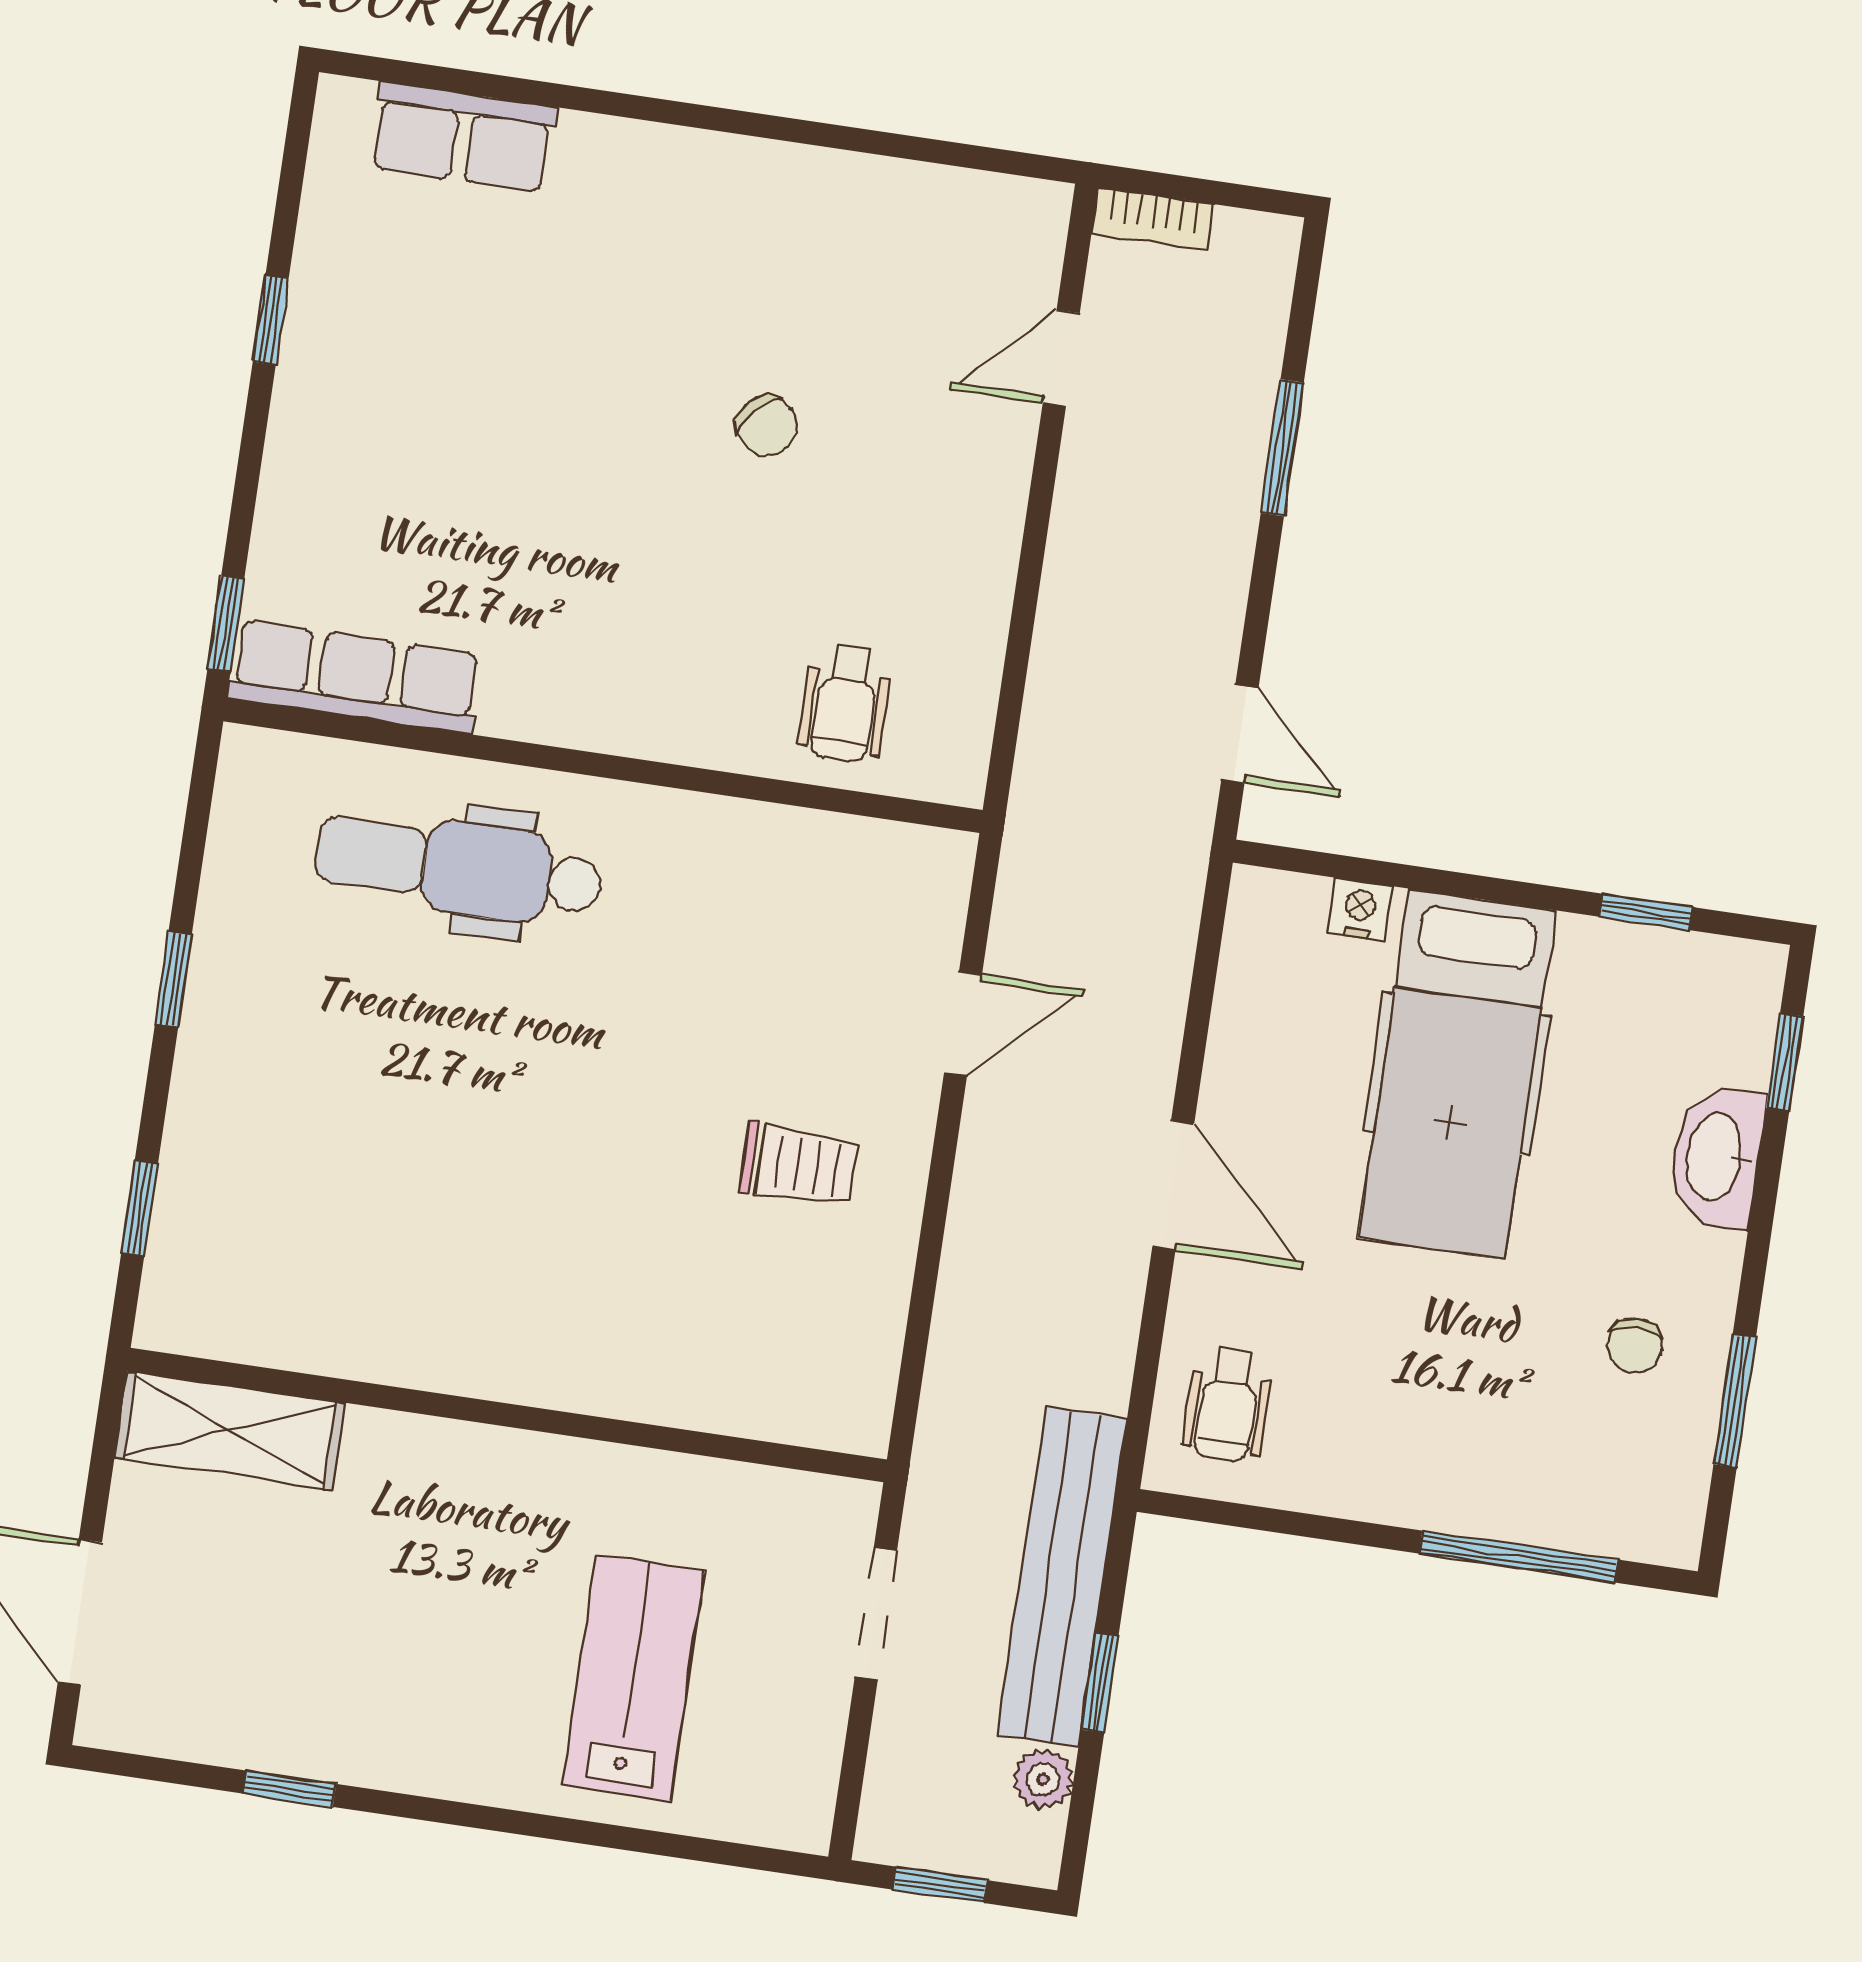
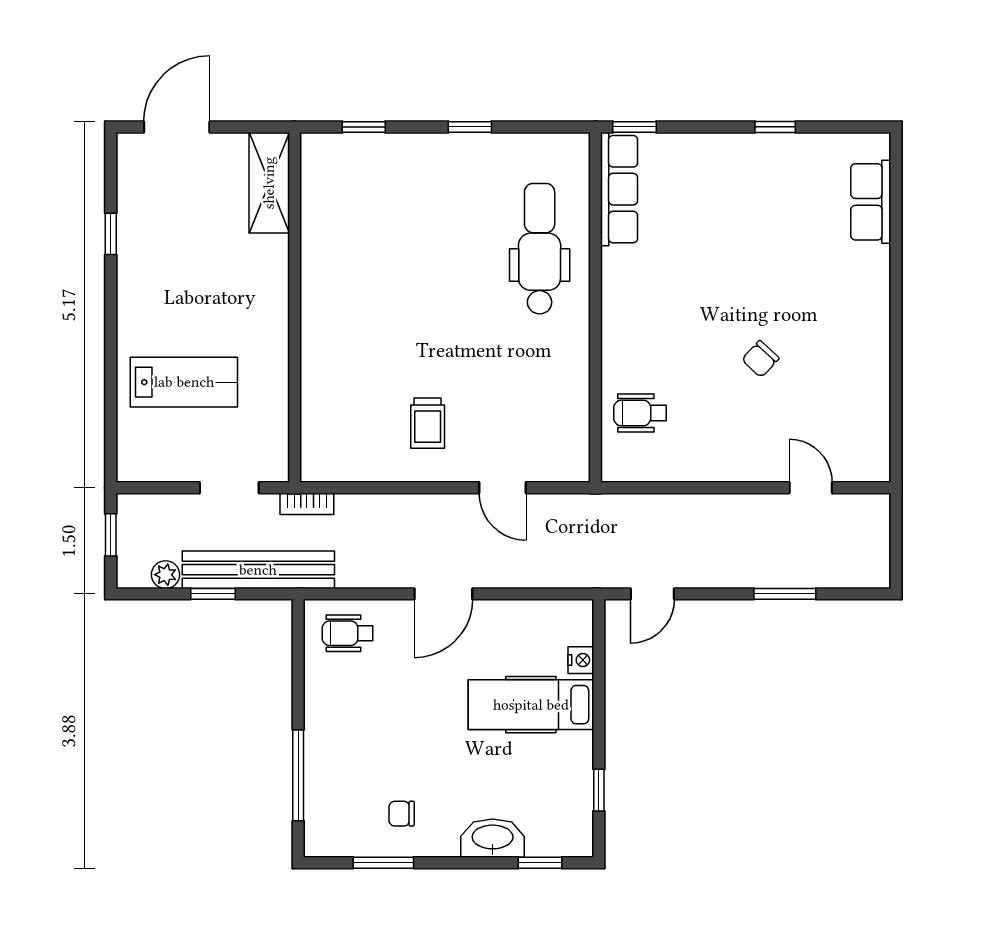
bookcase: (1153, 219) -> (307, 504), moved, turned -90
hospital bed: (1457, 1074) -> (531, 705), width x0.73, depth x0.78

